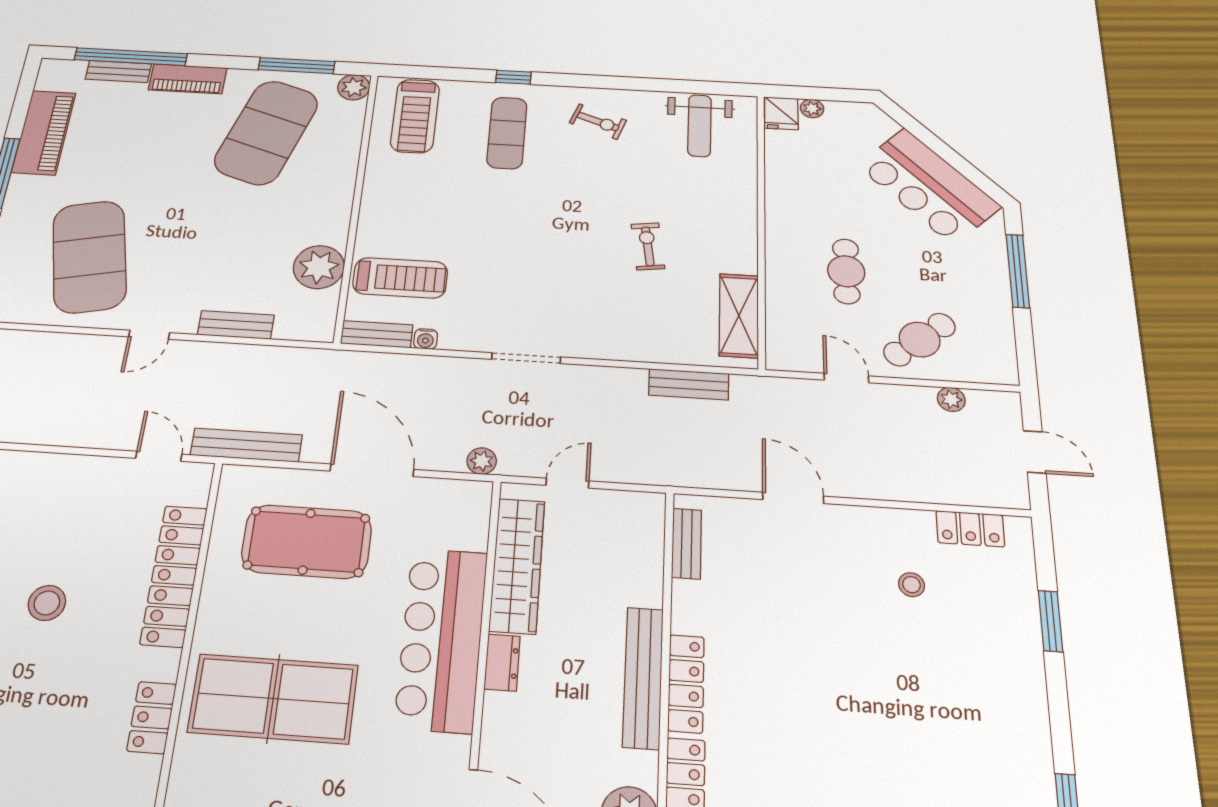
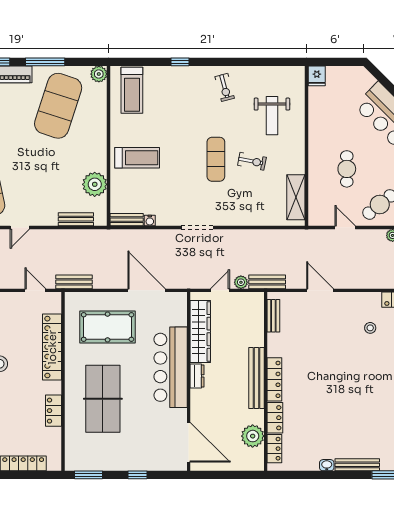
window: (297, 66) -> (45, 62), moved
plant: (812, 108) -> (332, 72), removed
exercise bike: (598, 122) -> (225, 87), turned 55
weight bench: (700, 126) -> (272, 116), moved
exercise mat: (507, 133) -> (216, 159), moved
exercise bike: (648, 246) -> (252, 161), turned 109
treadmill: (400, 278) -> (137, 158), moved
bench: (236, 325) -> (76, 219), moved
bench: (689, 384) -> (267, 282), moved
bench: (246, 445) -> (74, 282), width x0.73
plant: (482, 461) -> (241, 282), moved
door: (372, 470) -> (147, 290), moved
table tennis table: (273, 699) -> (103, 399), turned 90

